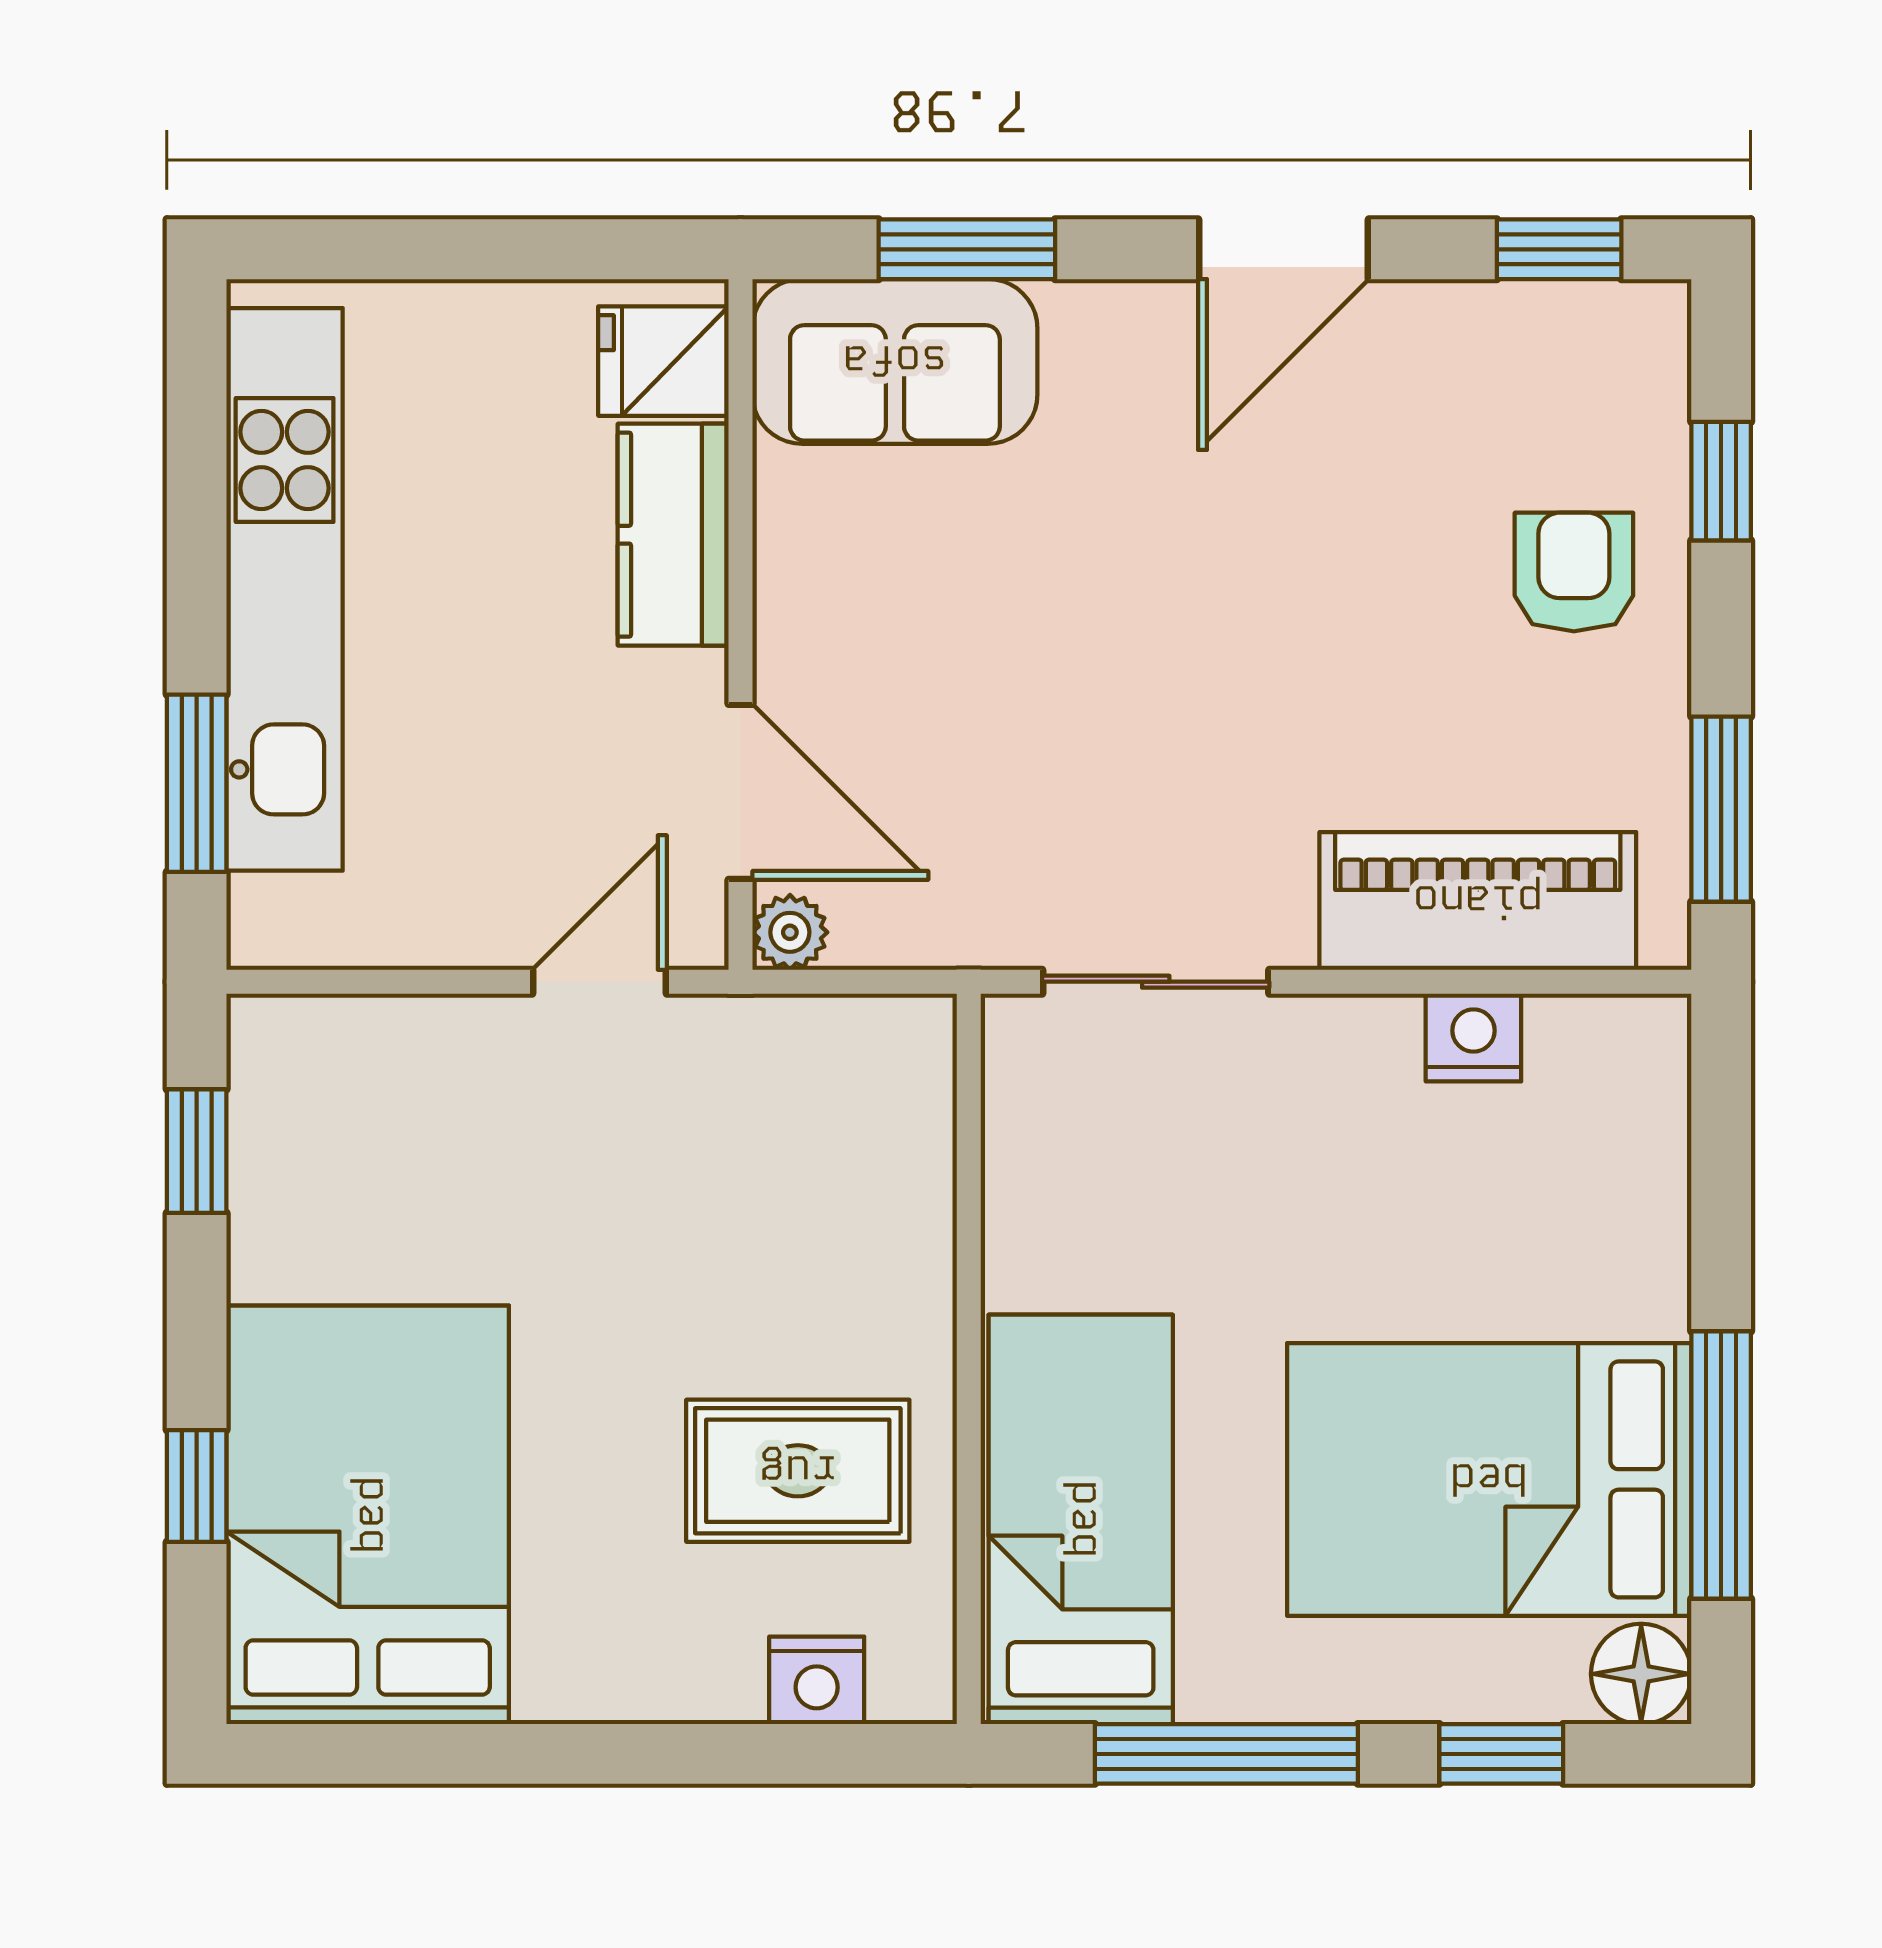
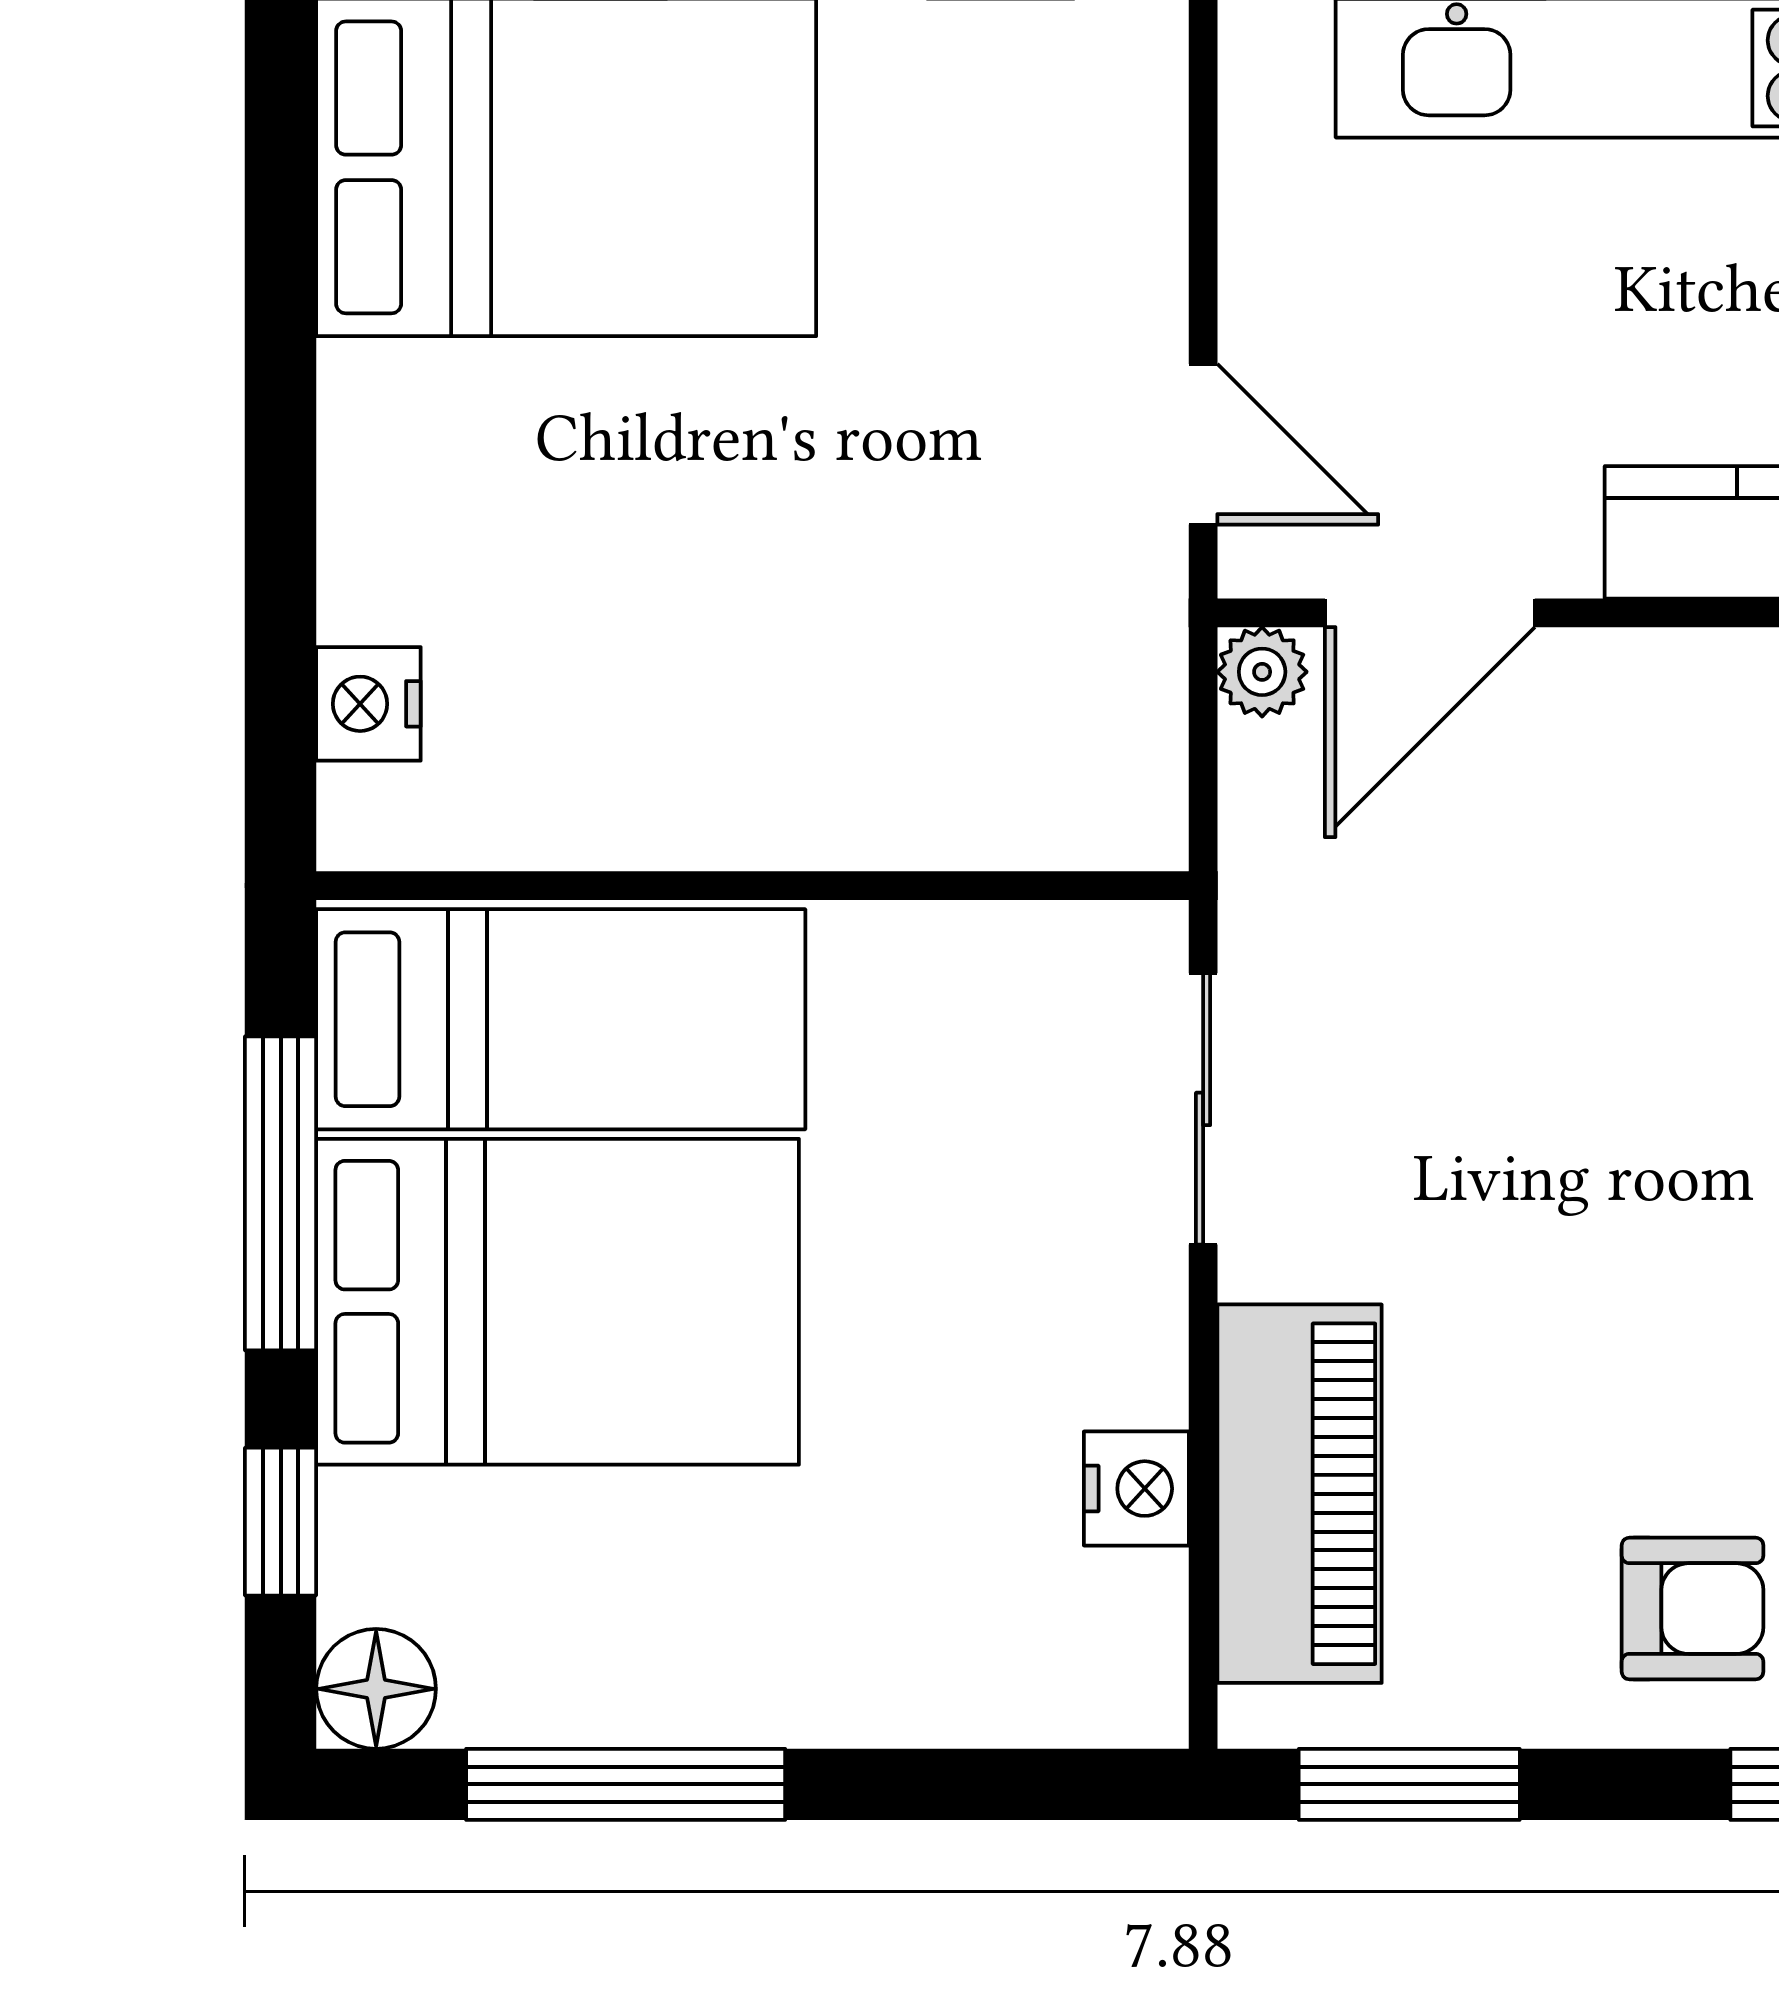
rug: (798, 1471) -> (619, 681), removed
bed: (1489, 1479) -> (558, 1302), moved, turned 90

